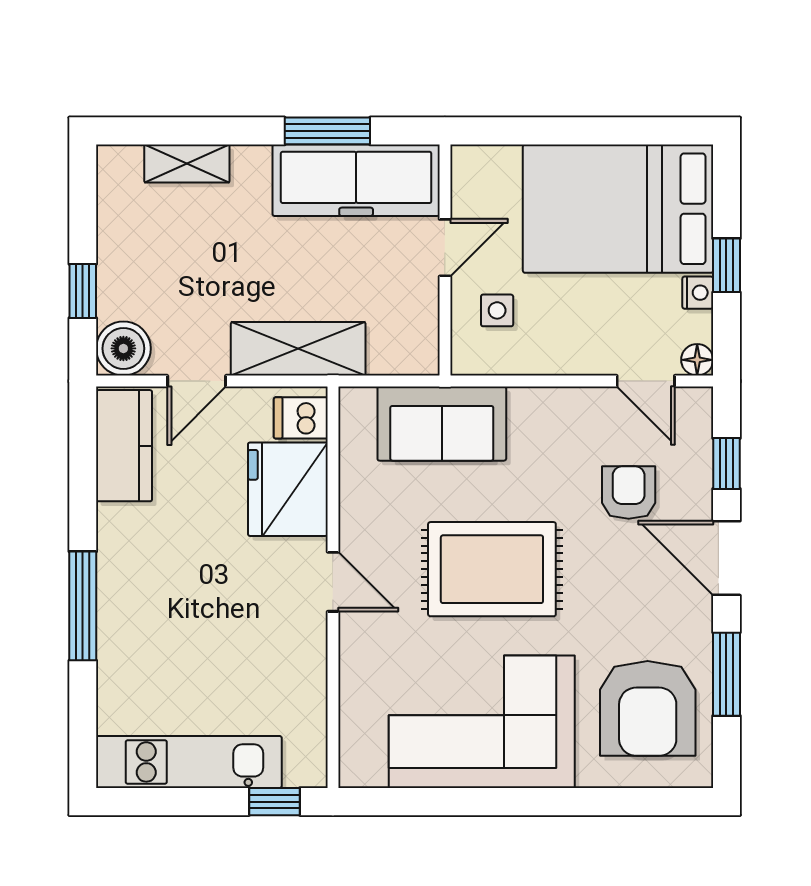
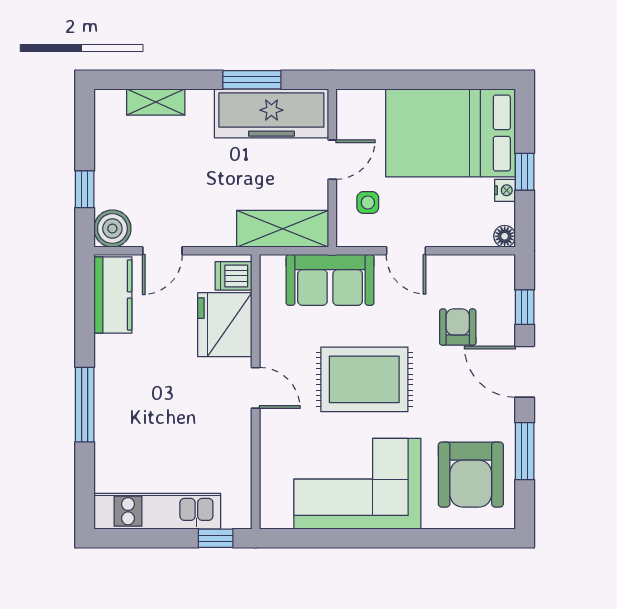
shelving: (298, 349) -> (283, 229), moved
door: (646, 381) -> (406, 251), moved

